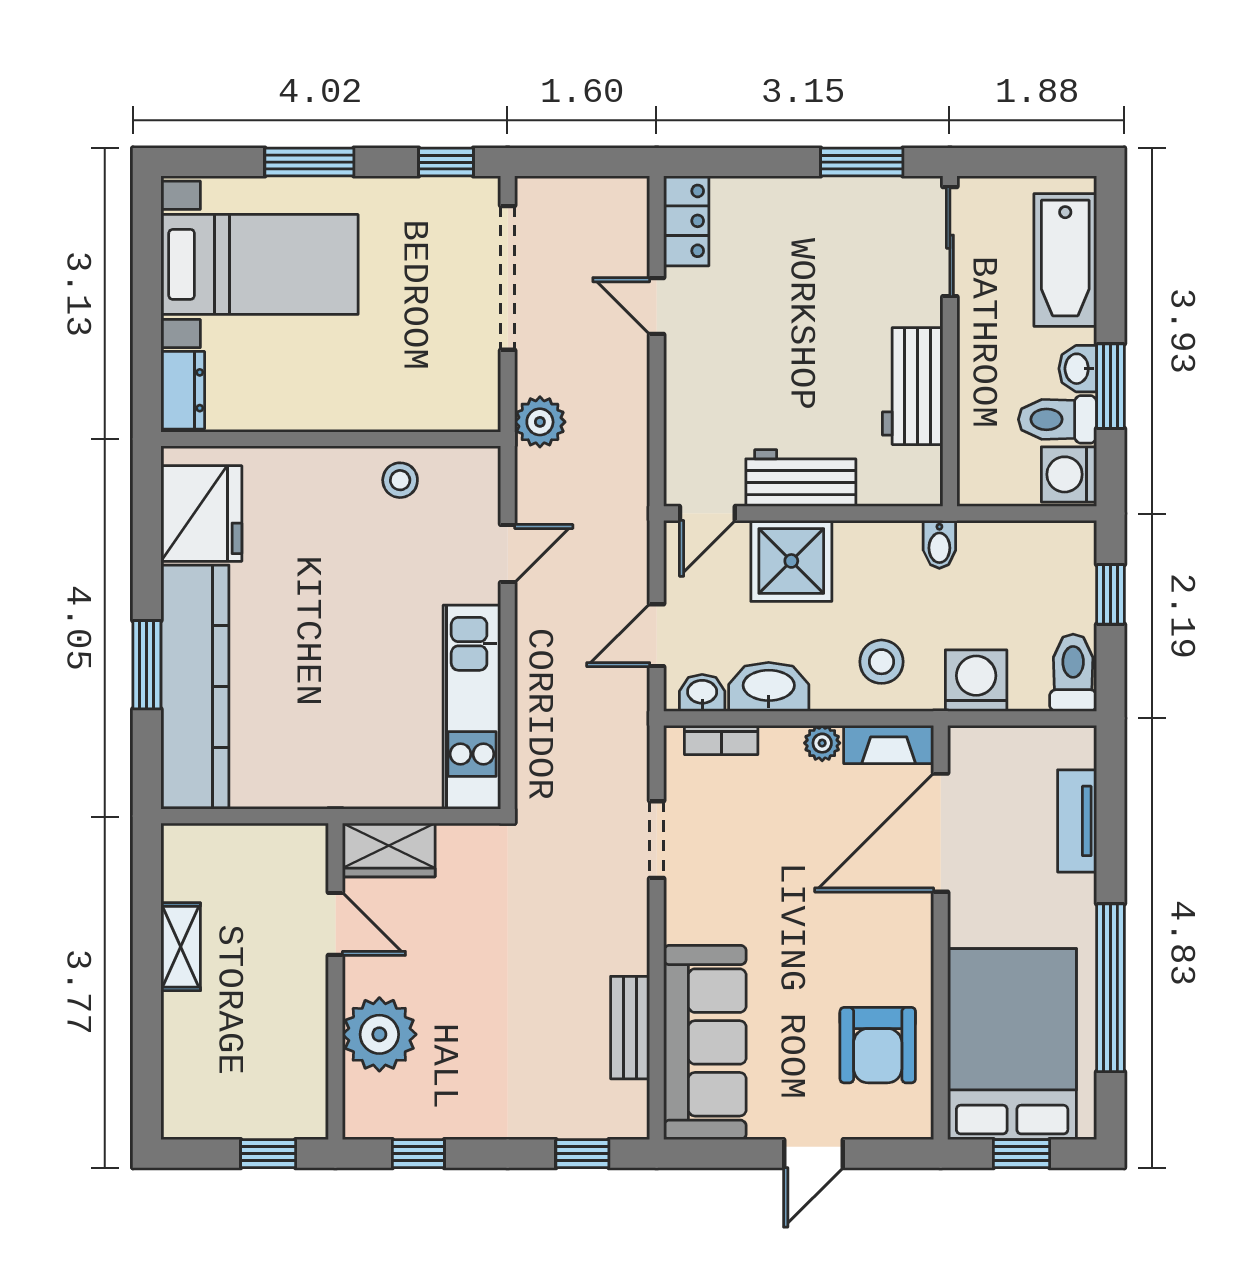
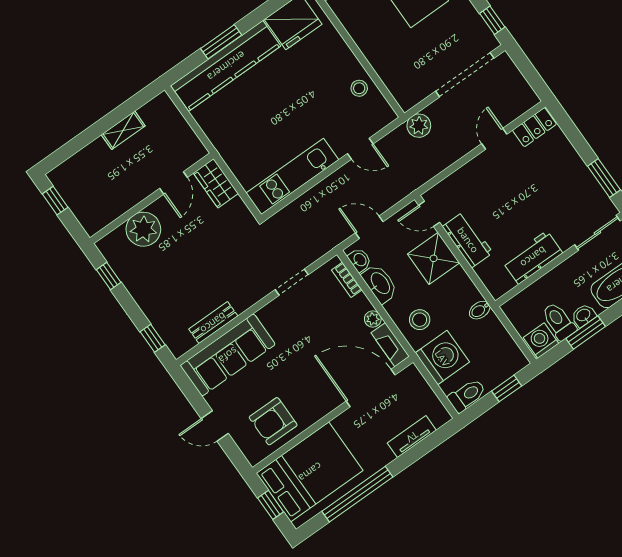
washing machine: (976, 681) -> (442, 358), width x1.37, depth x1.37
window: (268, 1154) -> (55, 201), moved

